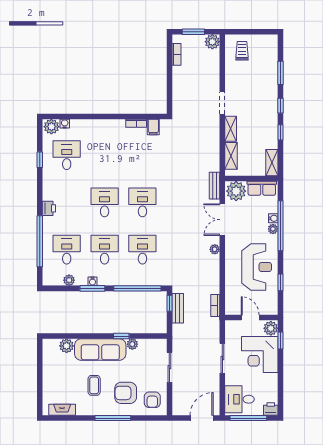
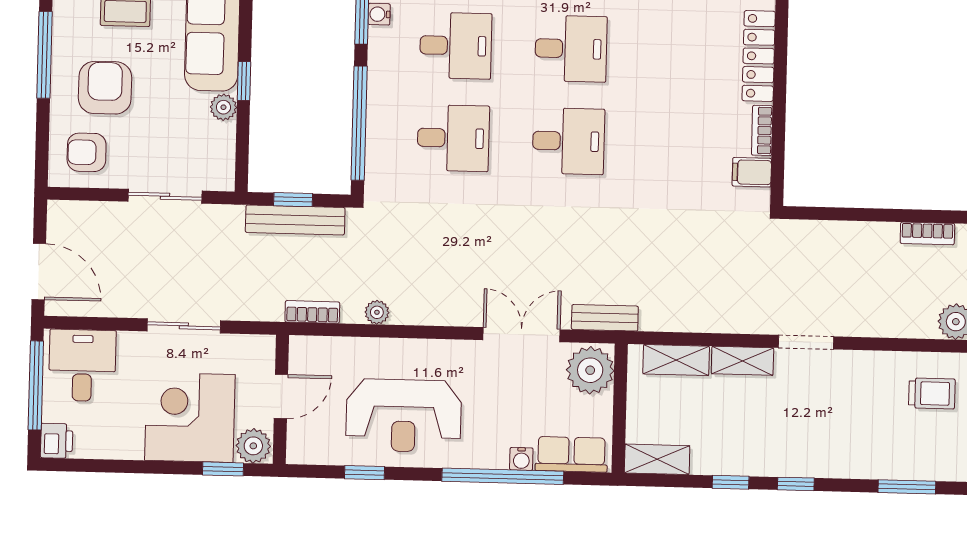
window: (281, 73) -> (907, 487), moved
locker: (106, 125) -> (759, 56), added
row of seats: (262, 188) -> (571, 454), moved, turned 90
plant: (273, 229) -> (495, 458), removed
plant: (215, 249) -> (377, 312), moved
window: (169, 303) -> (293, 200), moved
bench: (178, 308) -> (295, 220), width x1.36

